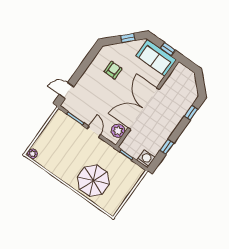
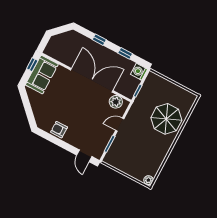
window: (128, 38) -> (27, 104), removed
armchair: (113, 70) -> (59, 130), moved
double door: (144, 109) -> (92, 80), swing flipped
window: (191, 113) -> (99, 40), moved

